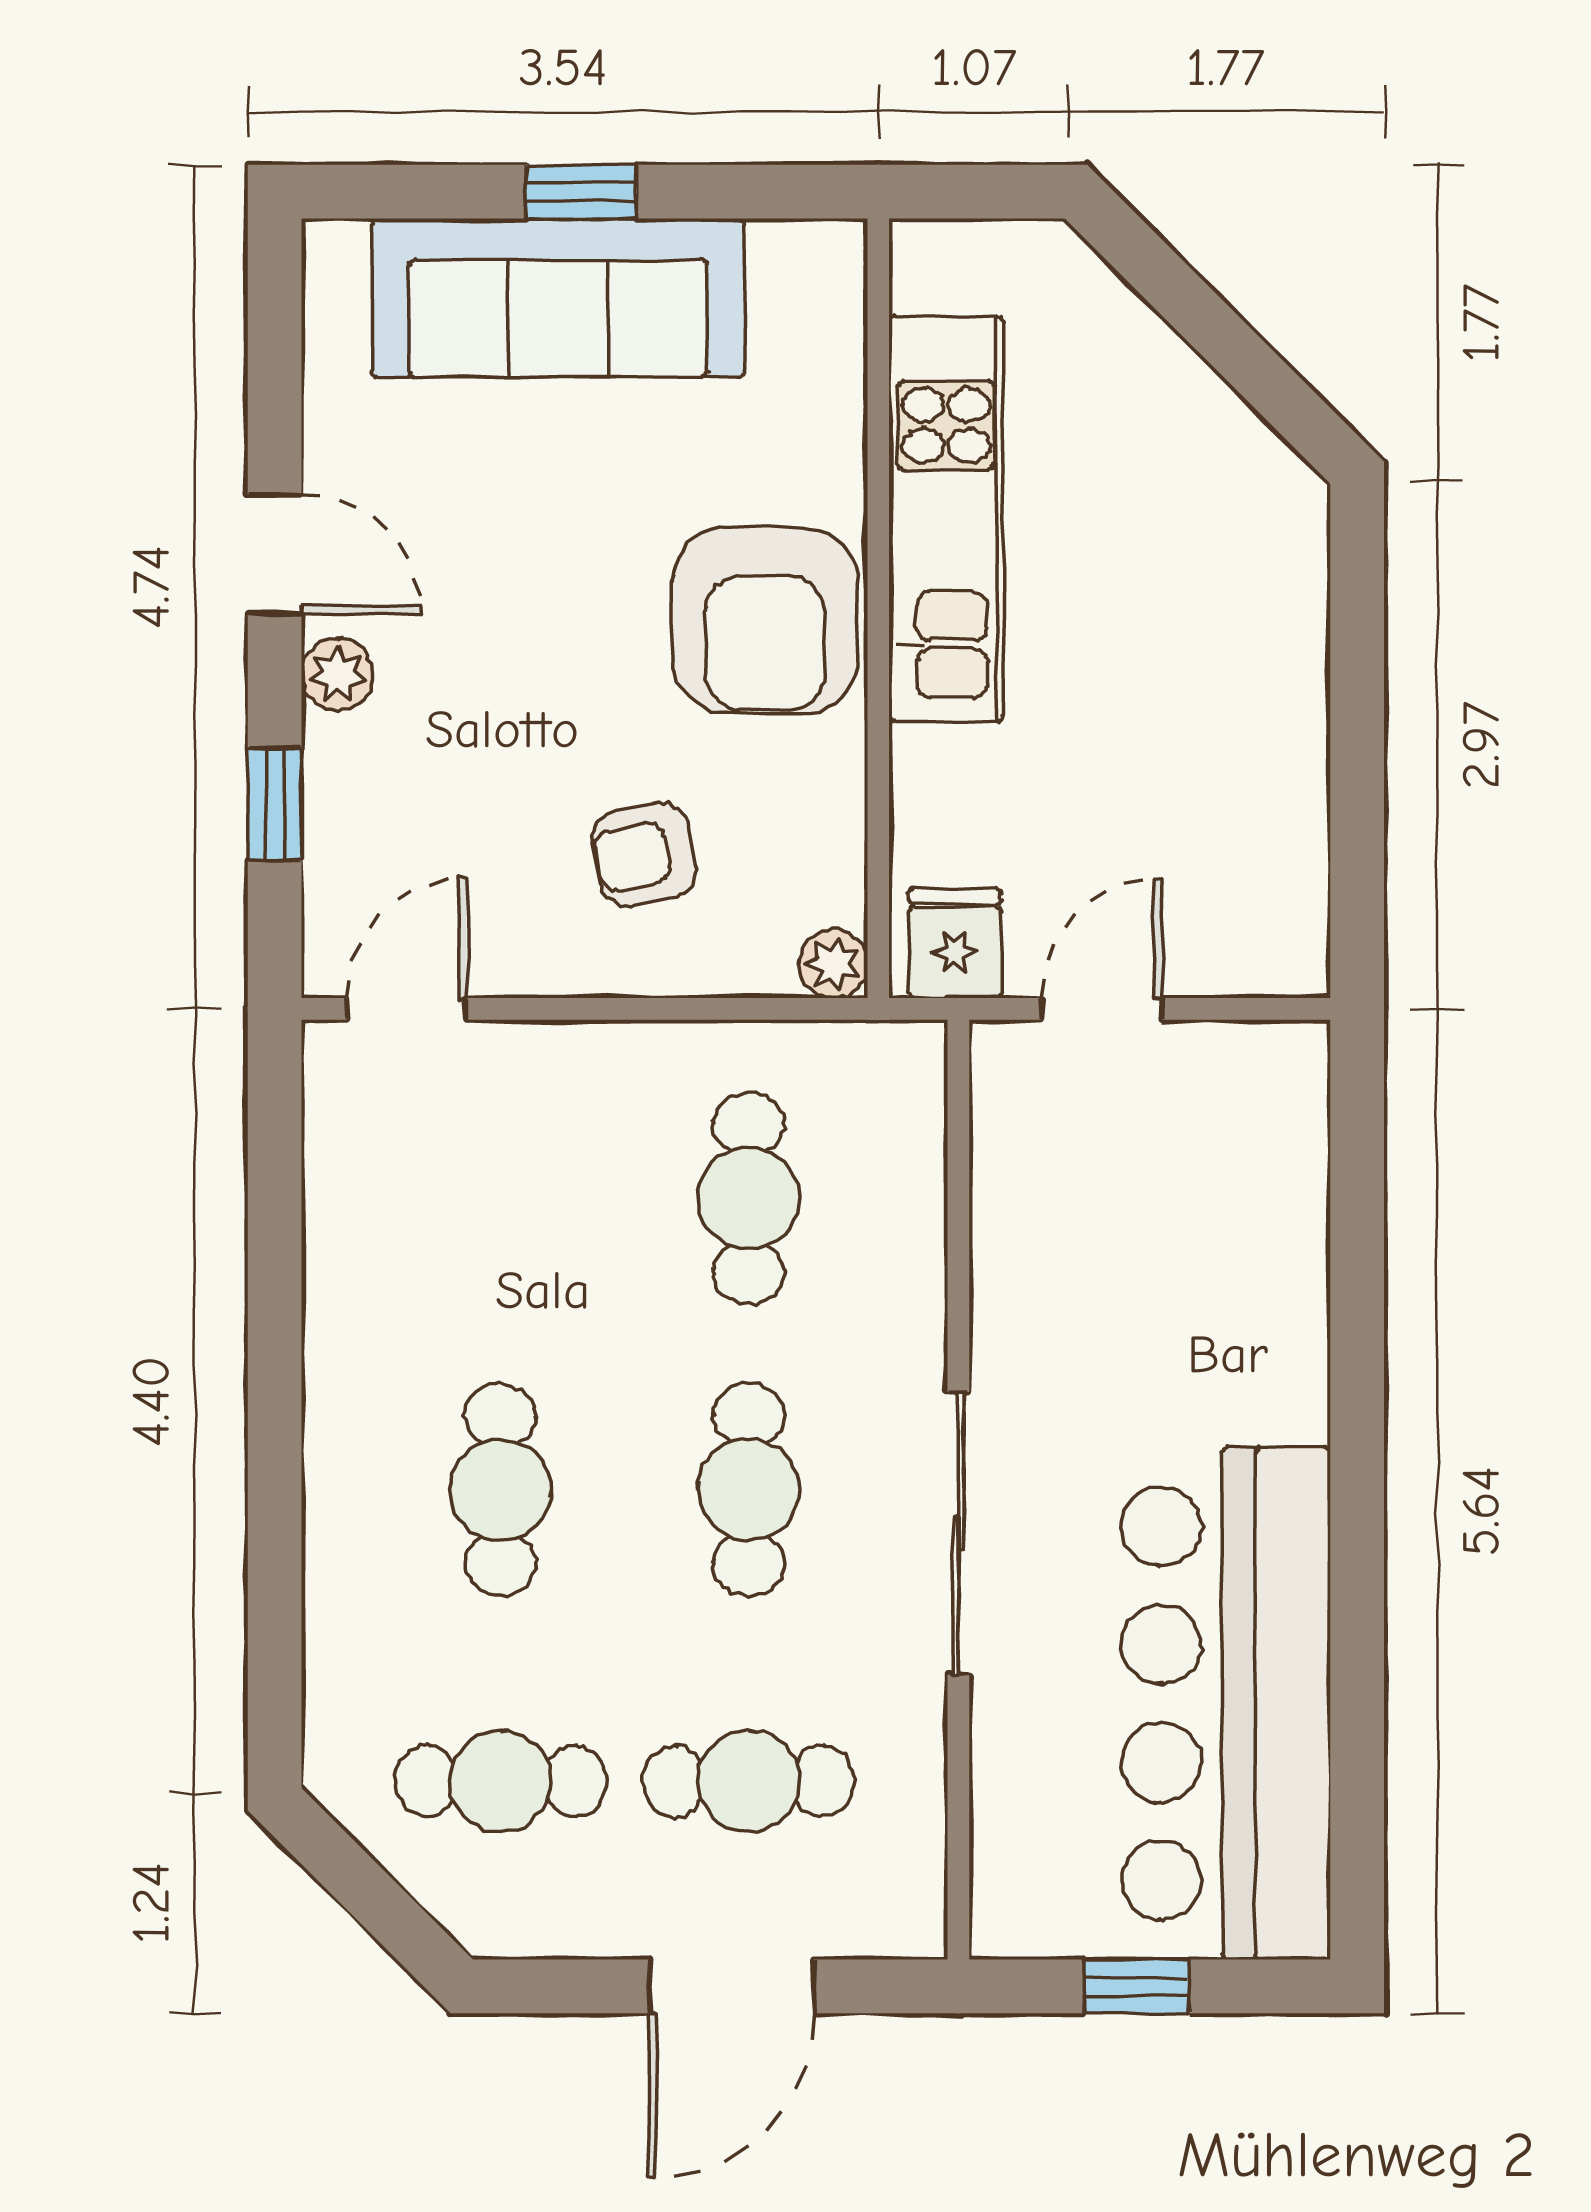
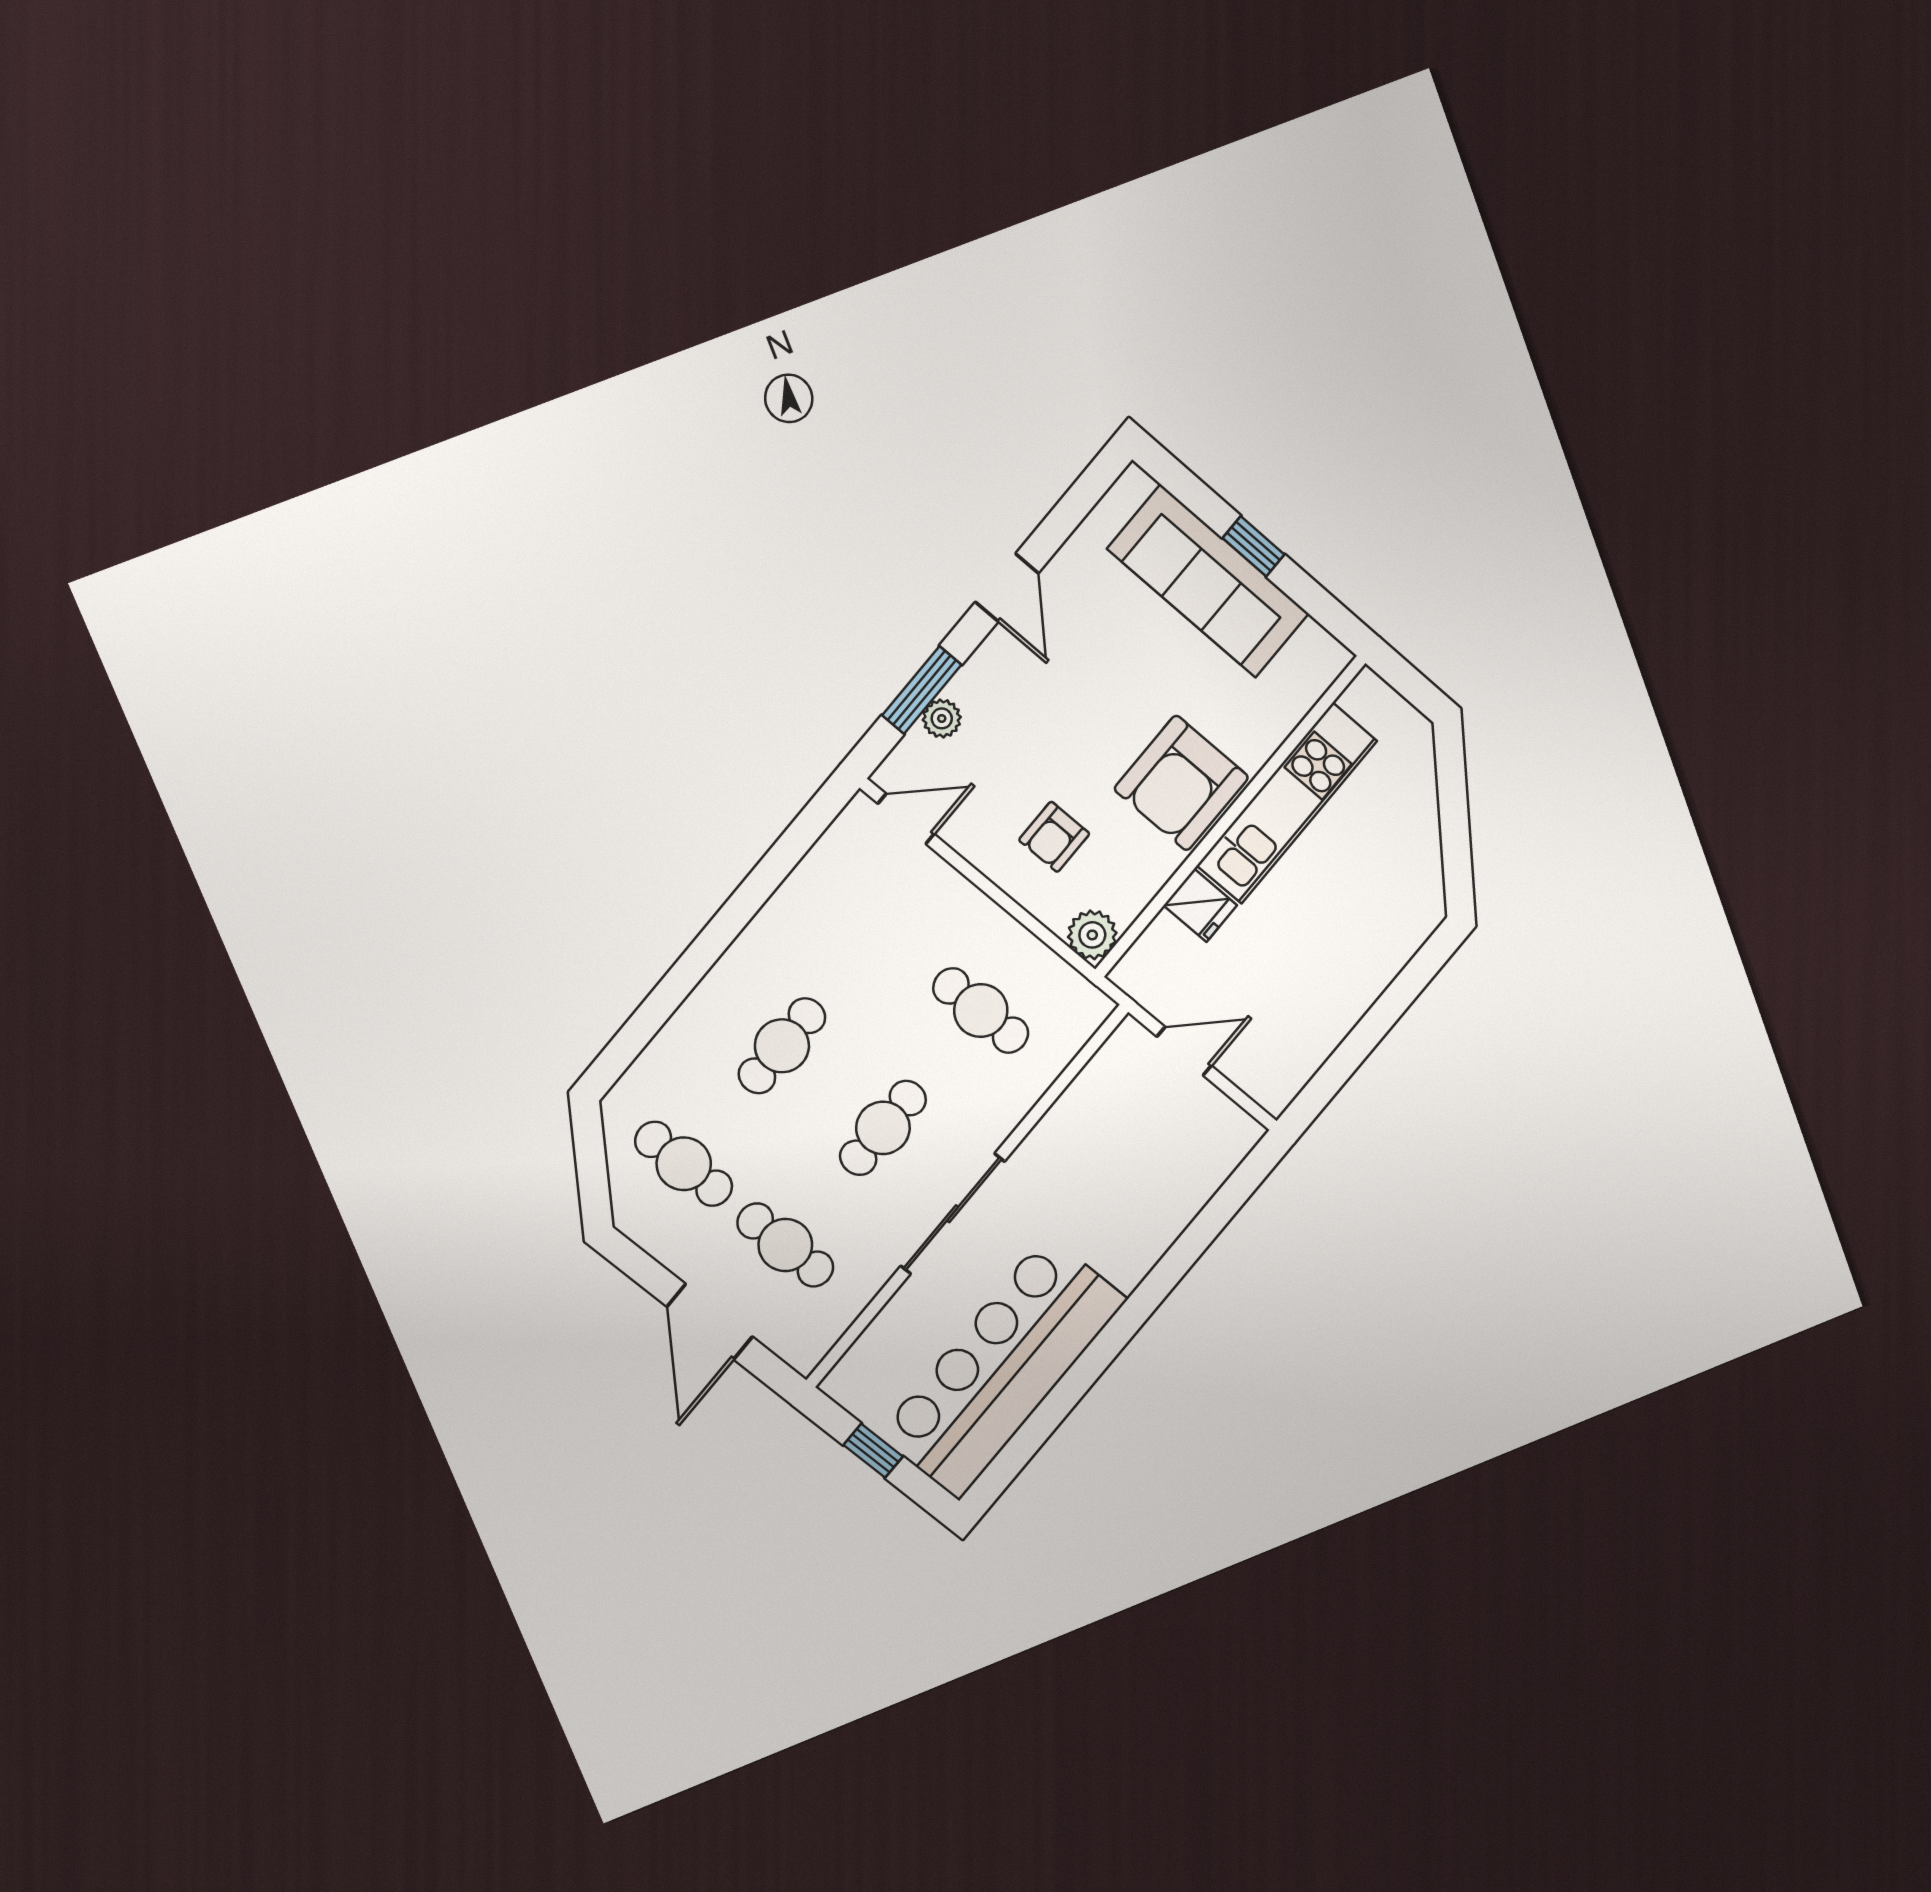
plant: (337, 675) -> (942, 718), moved
window: (275, 804) -> (922, 690), width x1.50
armchair: (644, 855) -> (1054, 837), turned -79
fridge: (955, 943) -> (1200, 905), moved, turned 90
plant: (833, 964) -> (1092, 935), width x1.38, depth x1.38
cafe table: (749, 1198) -> (981, 1011), turned 90
door: (731, 1986) -> (710, 1322), hinge flipped

